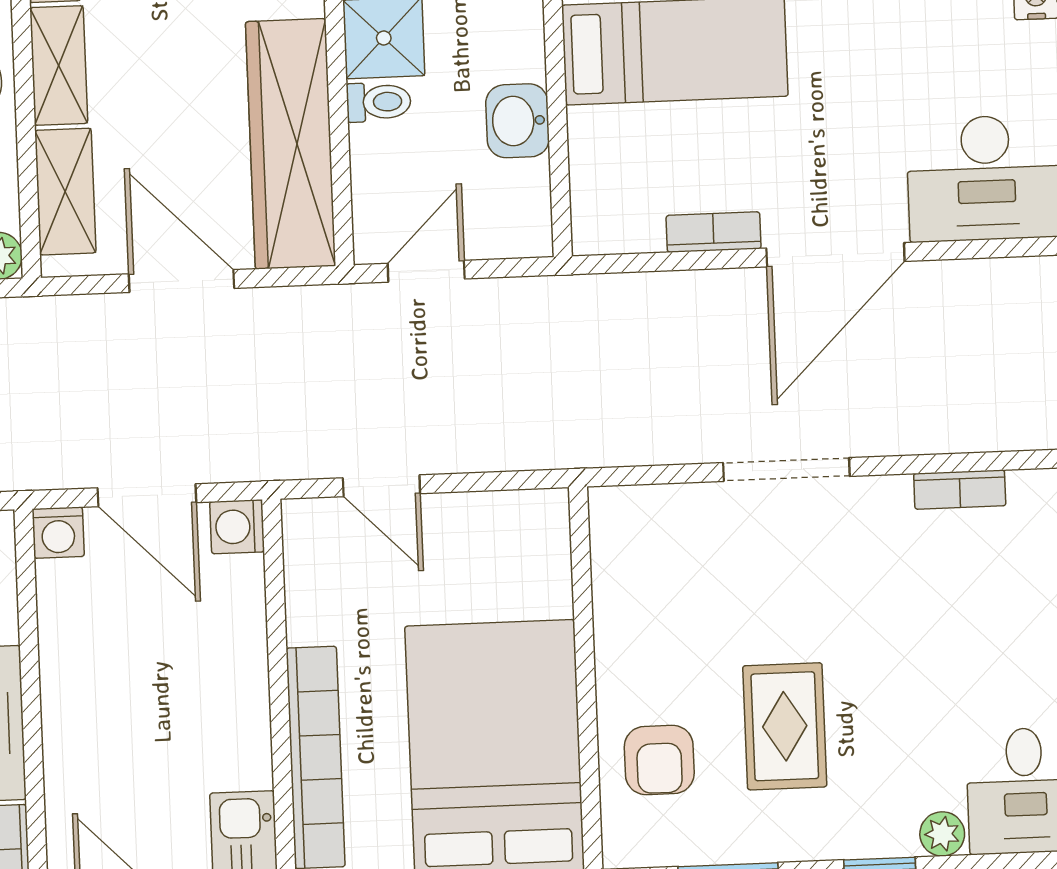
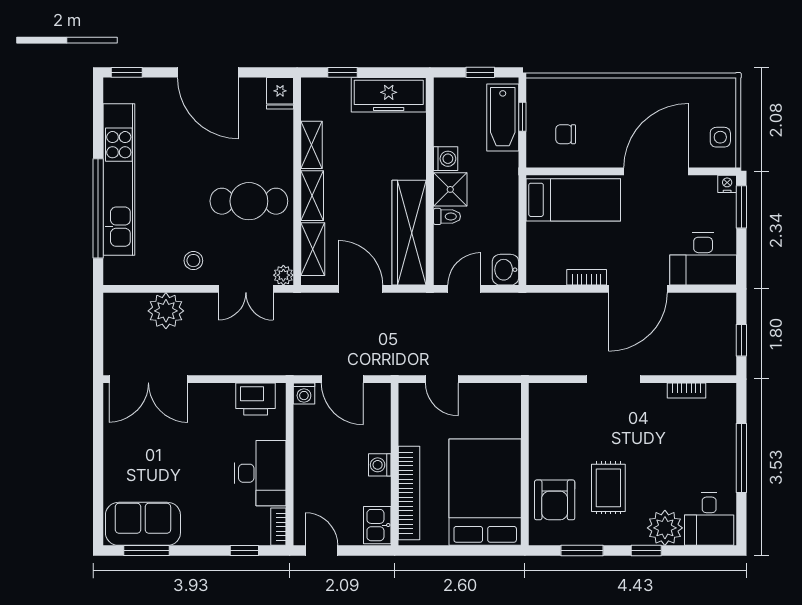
washbasin: (518, 121) -> (505, 270), moved
washing machine: (237, 527) -> (380, 465), moved
armchair: (659, 760) -> (555, 500), width x1.38, depth x1.38
plant: (942, 834) -> (665, 528), width x1.88, depth x1.88

